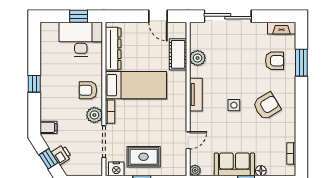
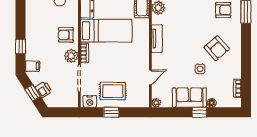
window: (34, 84) -> (20, 47), moved
side table: (234, 105) -> (200, 69), moved
armchair: (267, 106) -> (217, 48), turned 80

